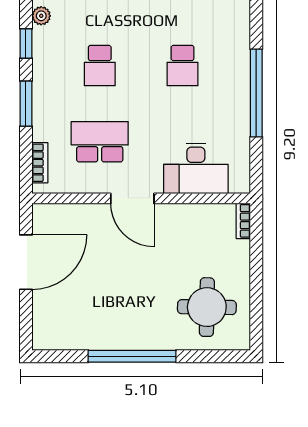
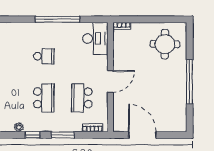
school desk: (100, 66) -> (44, 98), width x1.85
desk: (196, 168) -> (95, 38), moved

